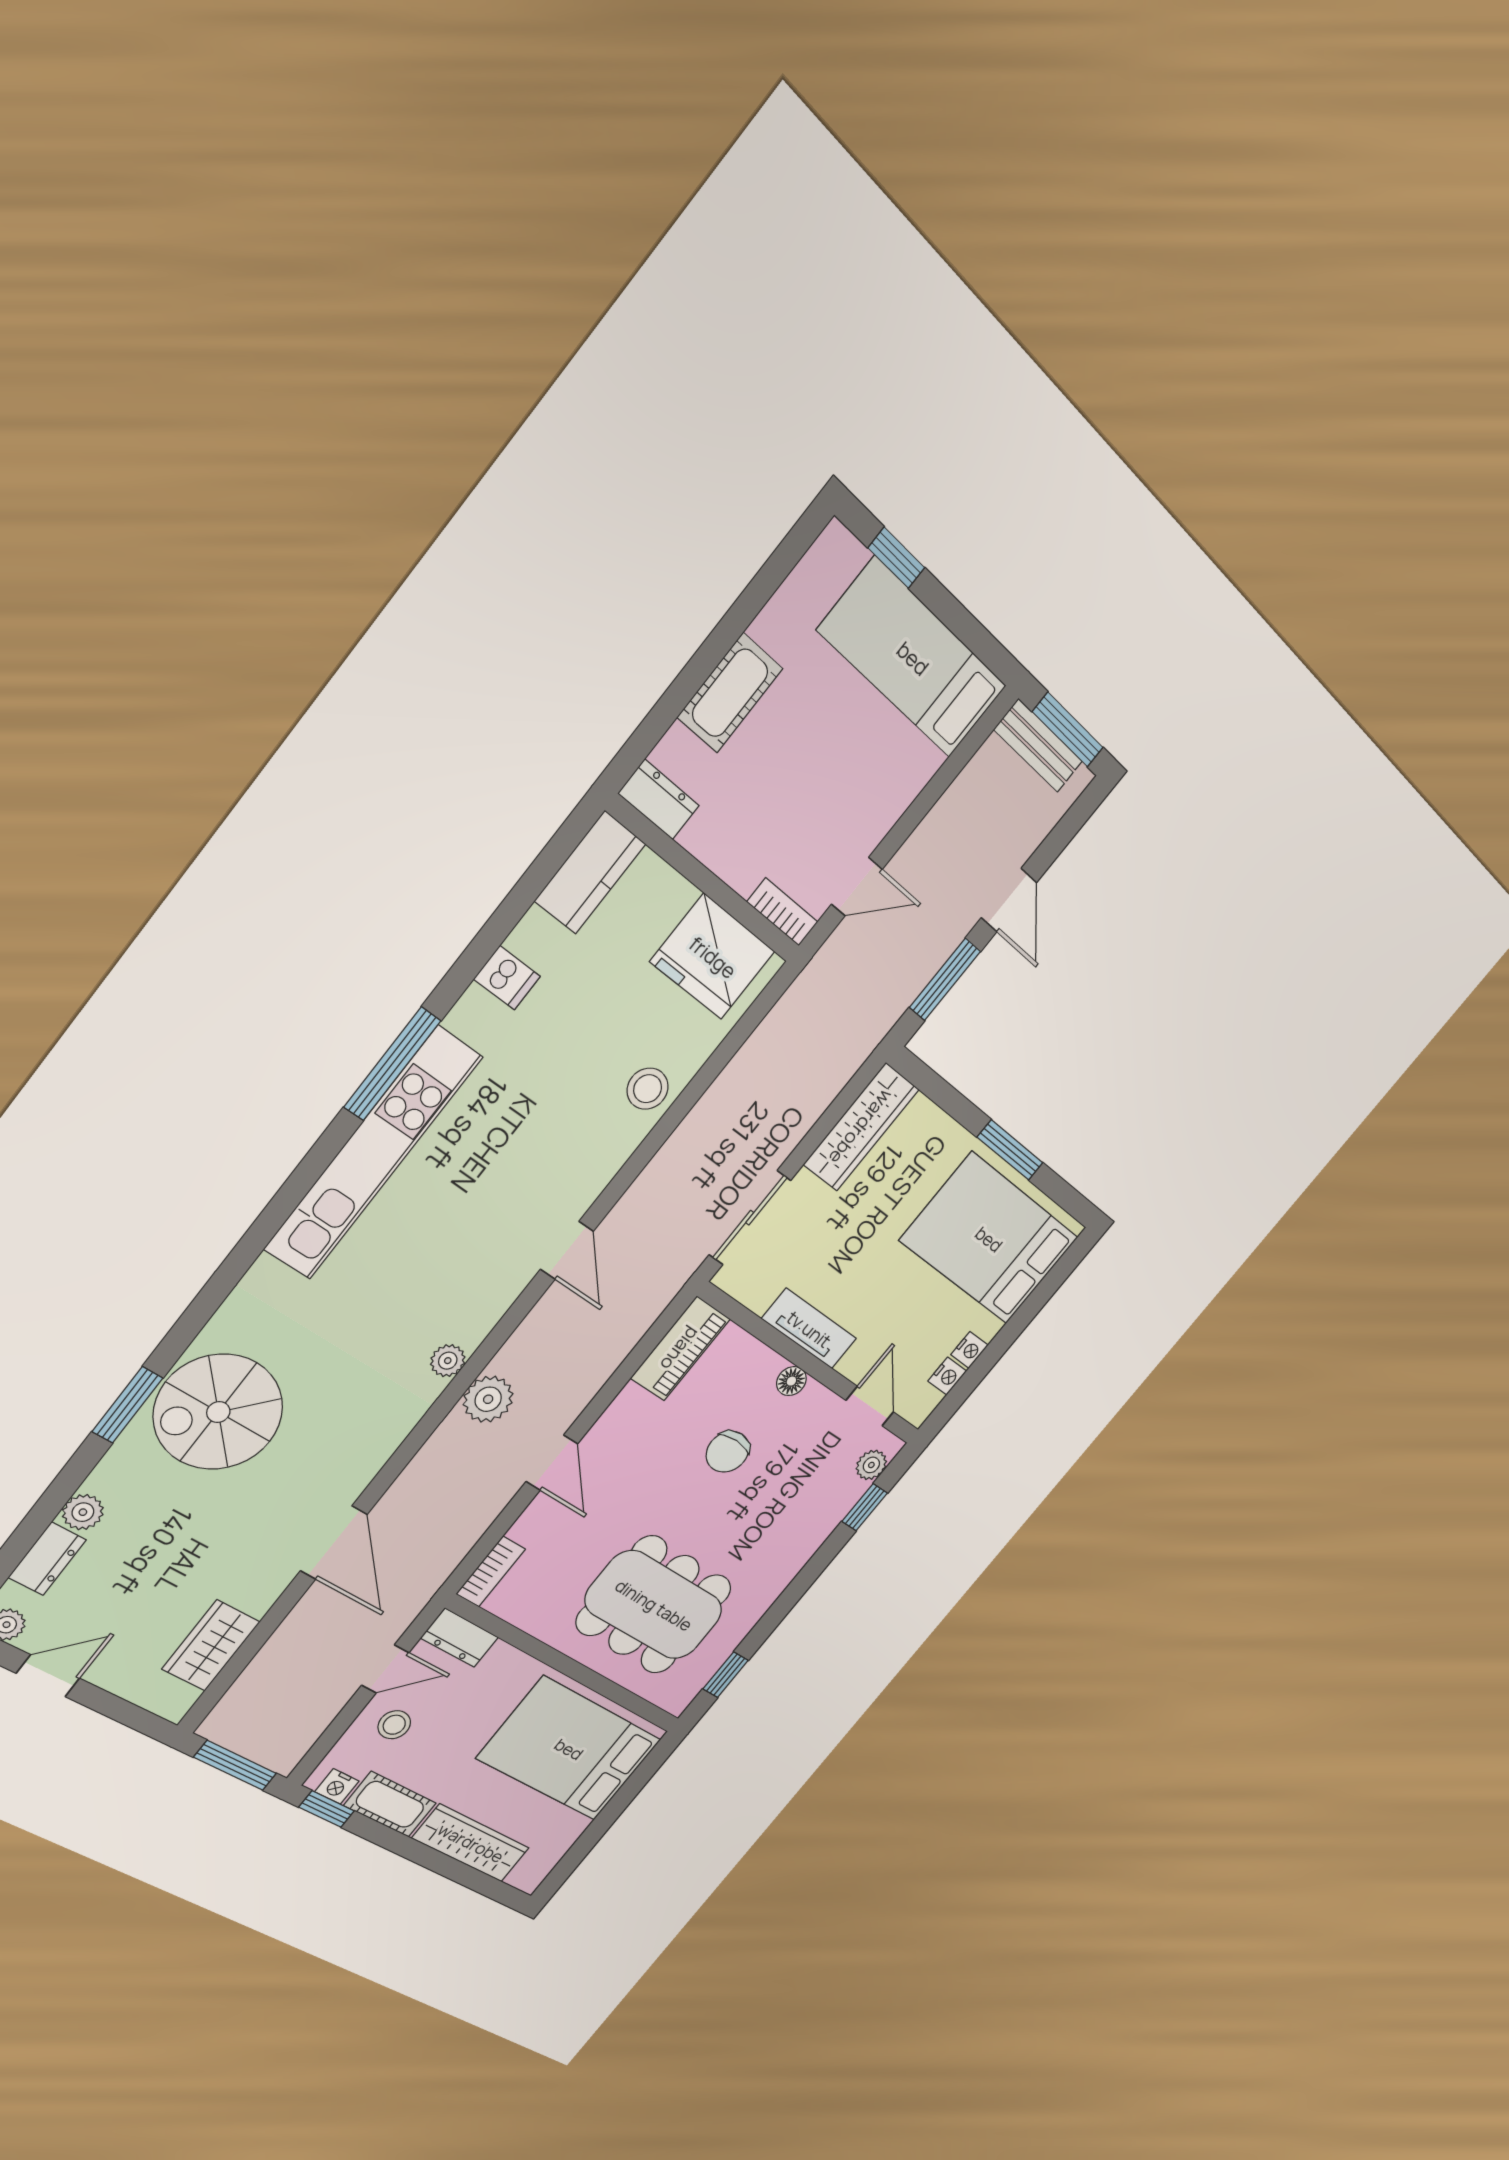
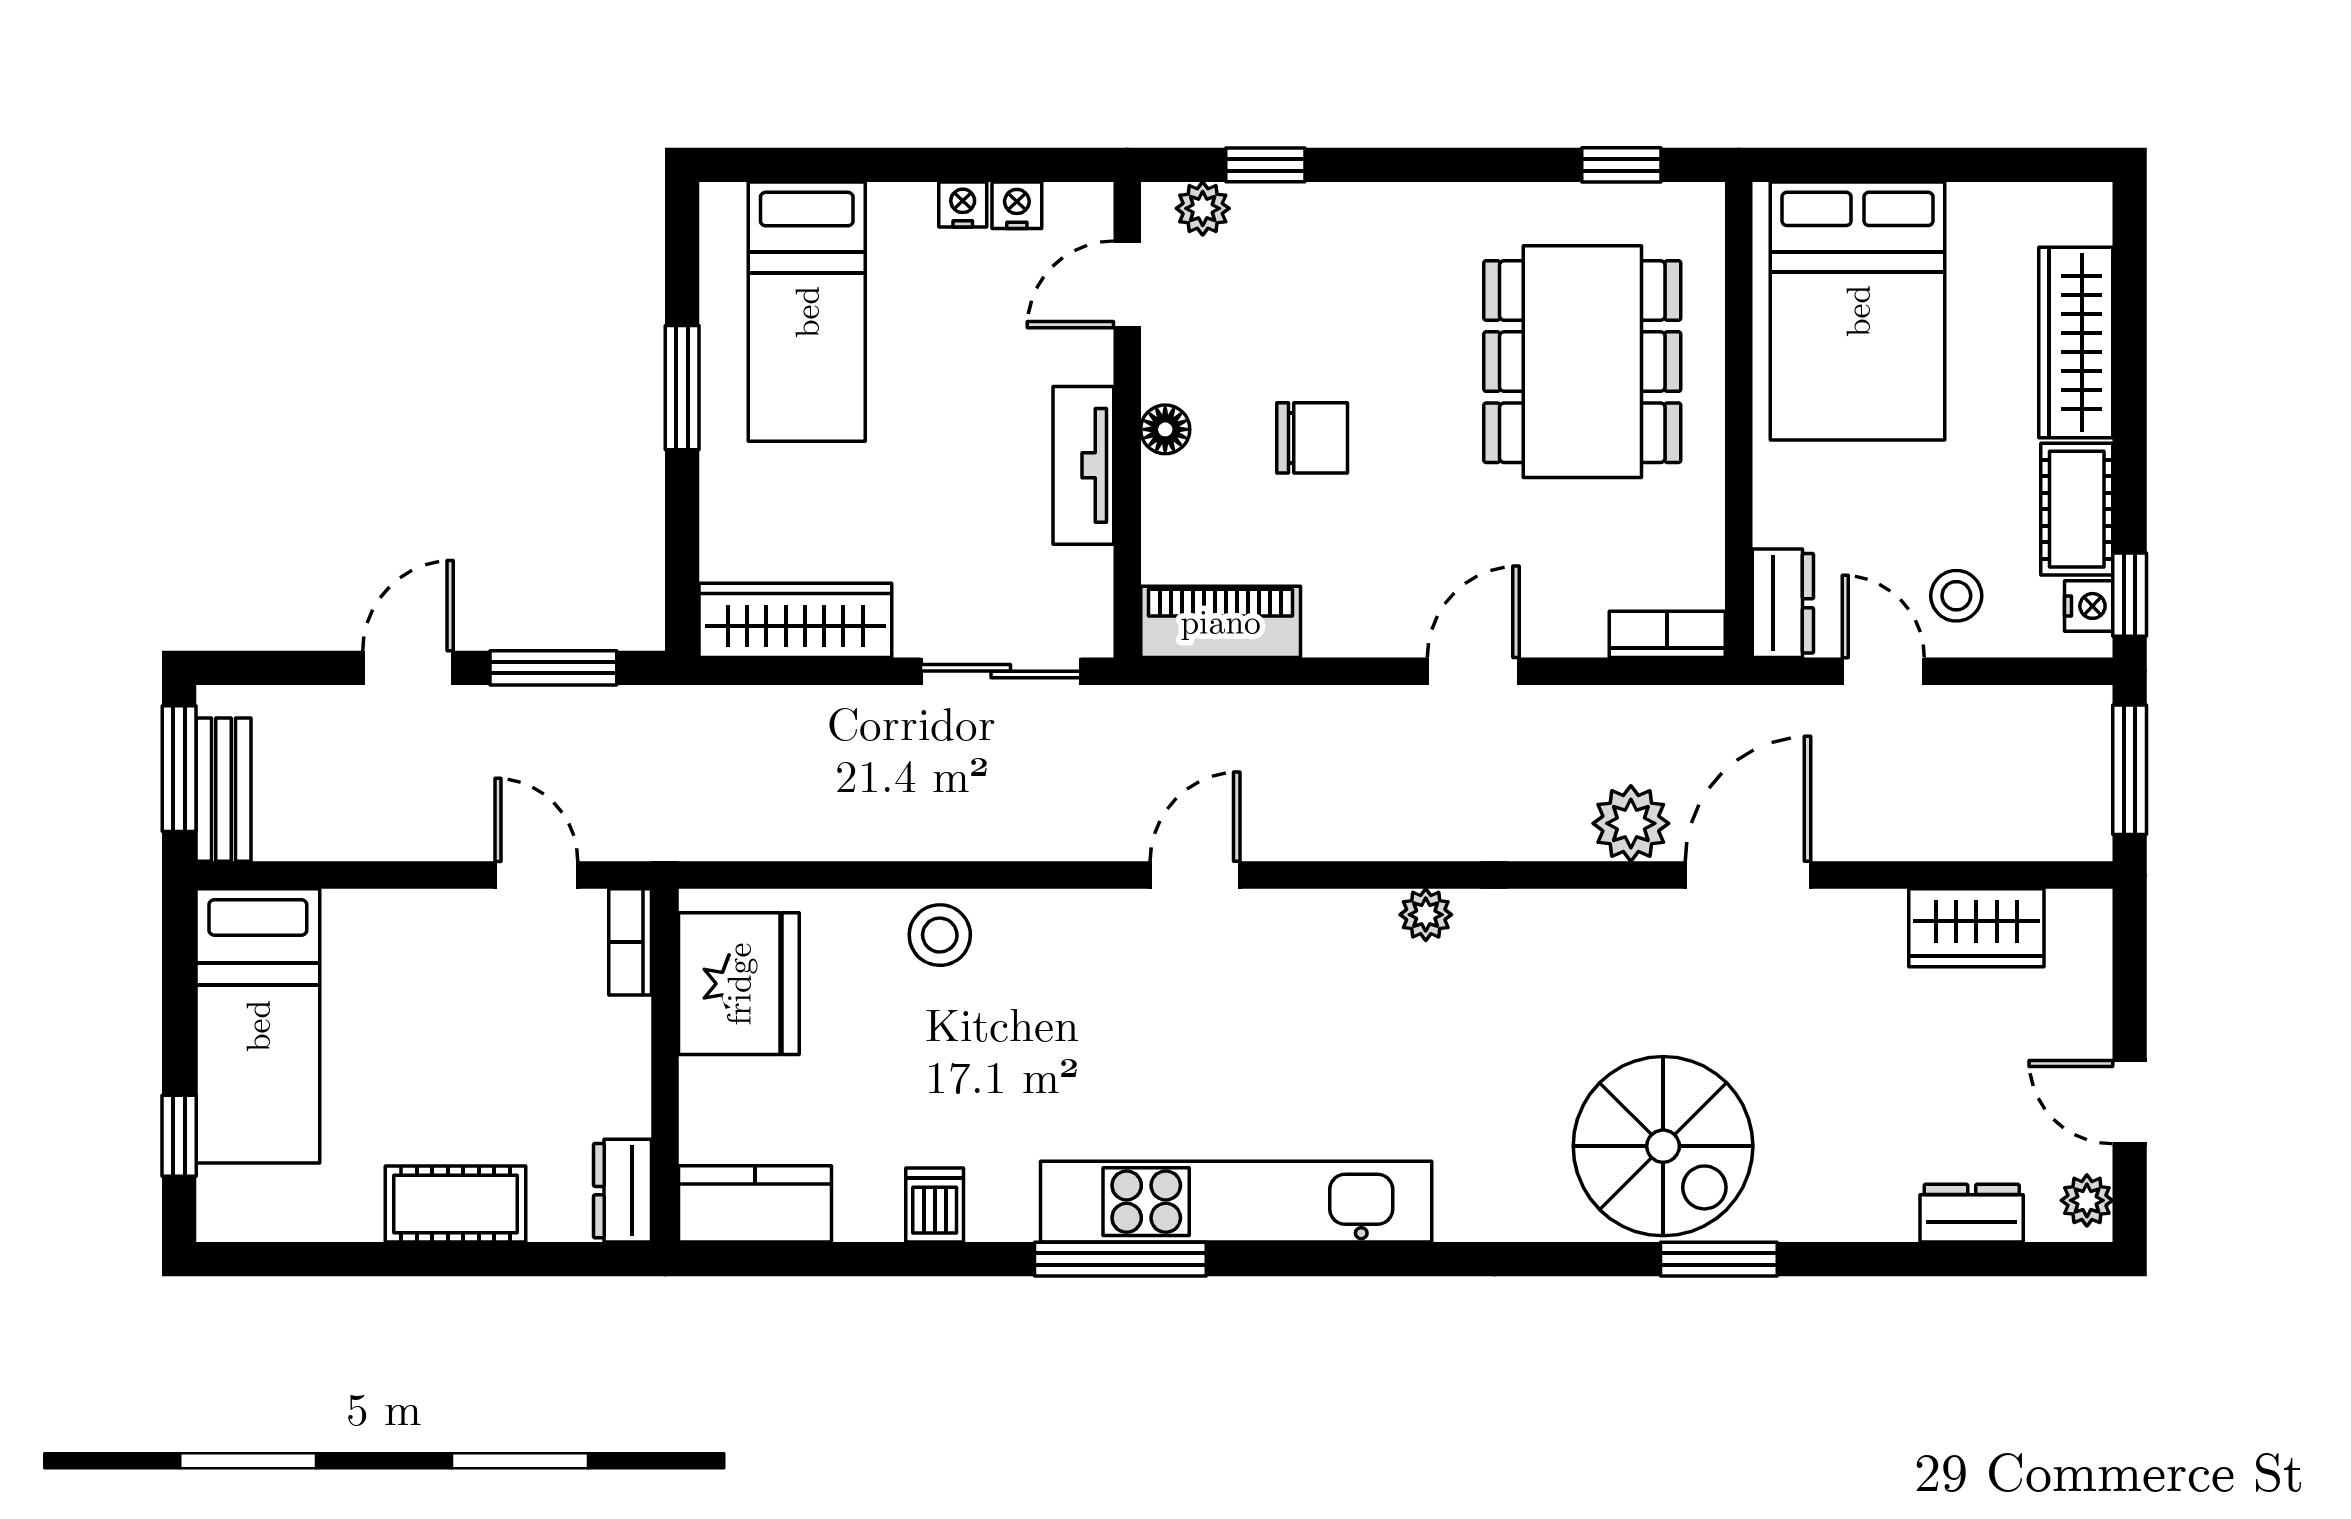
bed: (989, 1239) -> (807, 312), width x0.67
plant: (488, 1399) -> (1631, 823), moved
plant: (83, 1512) -> (1887, 1214), removed

